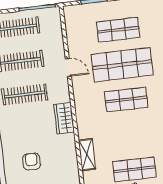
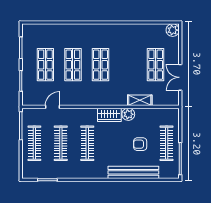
shop shelf: (122, 65) -> (73, 65), width x0.70, depth x0.74
door: (68, 67) -> (52, 107), moved
plant: (68, 142) -> (128, 114), added

